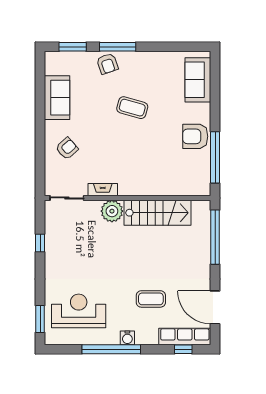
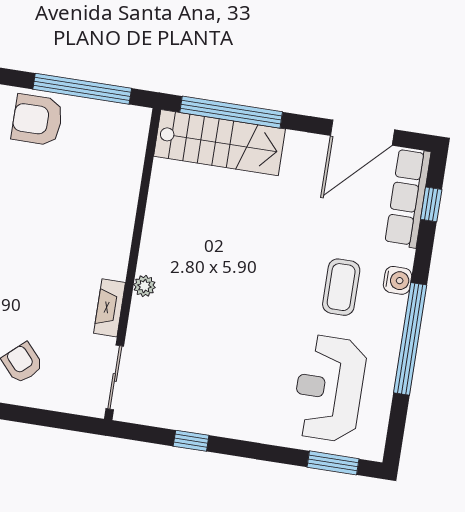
armchair: (195, 136) -> (37, 120), turned 90
plant: (112, 211) -> (144, 286), width x0.53, depth x0.53
stairs: (157, 213) -> (219, 143), moved, turned 90
coffee table: (151, 299) -> (341, 287), moved
water cooler: (127, 338) -> (398, 280), moved

